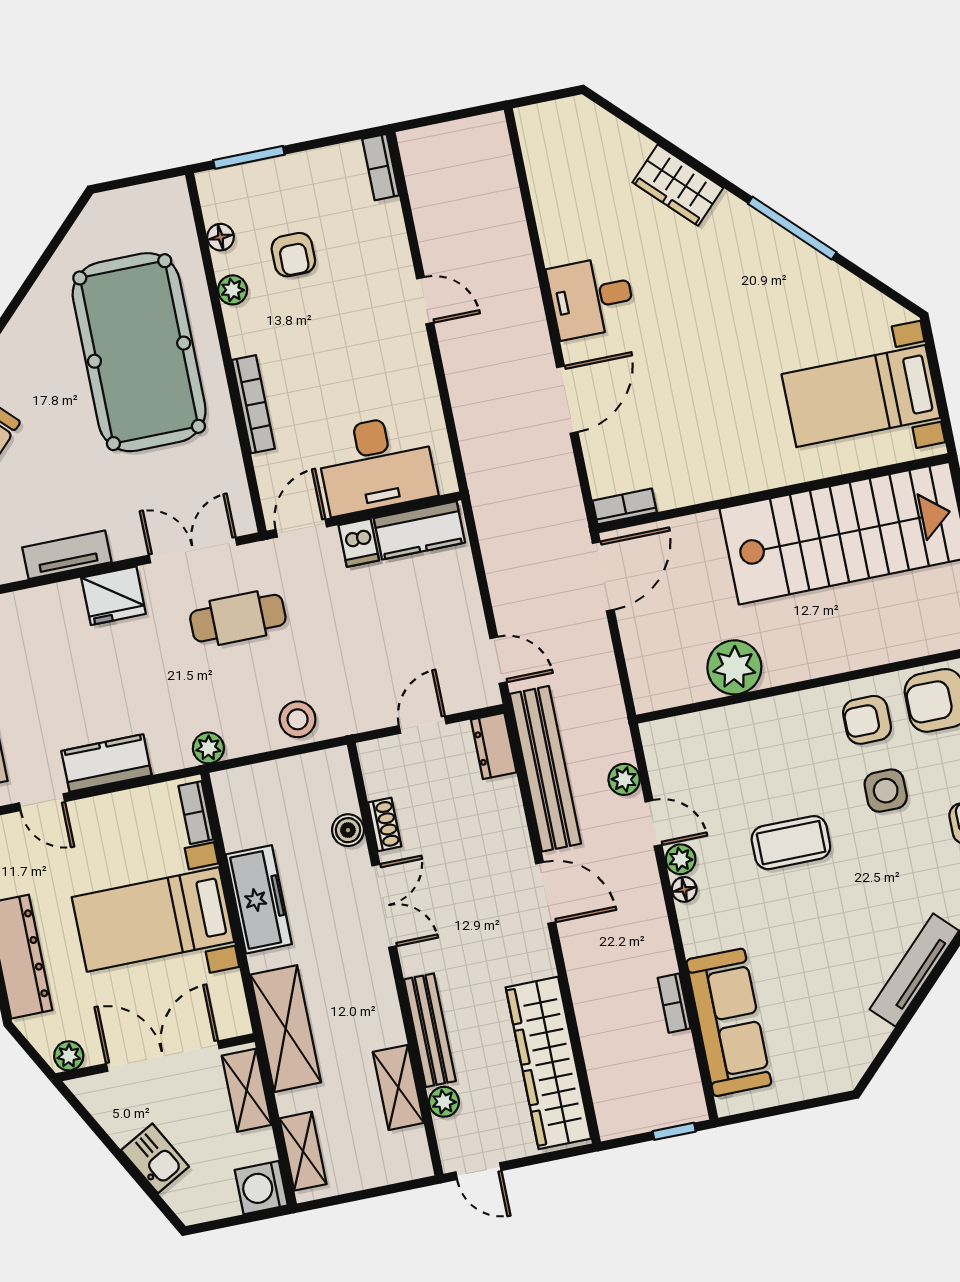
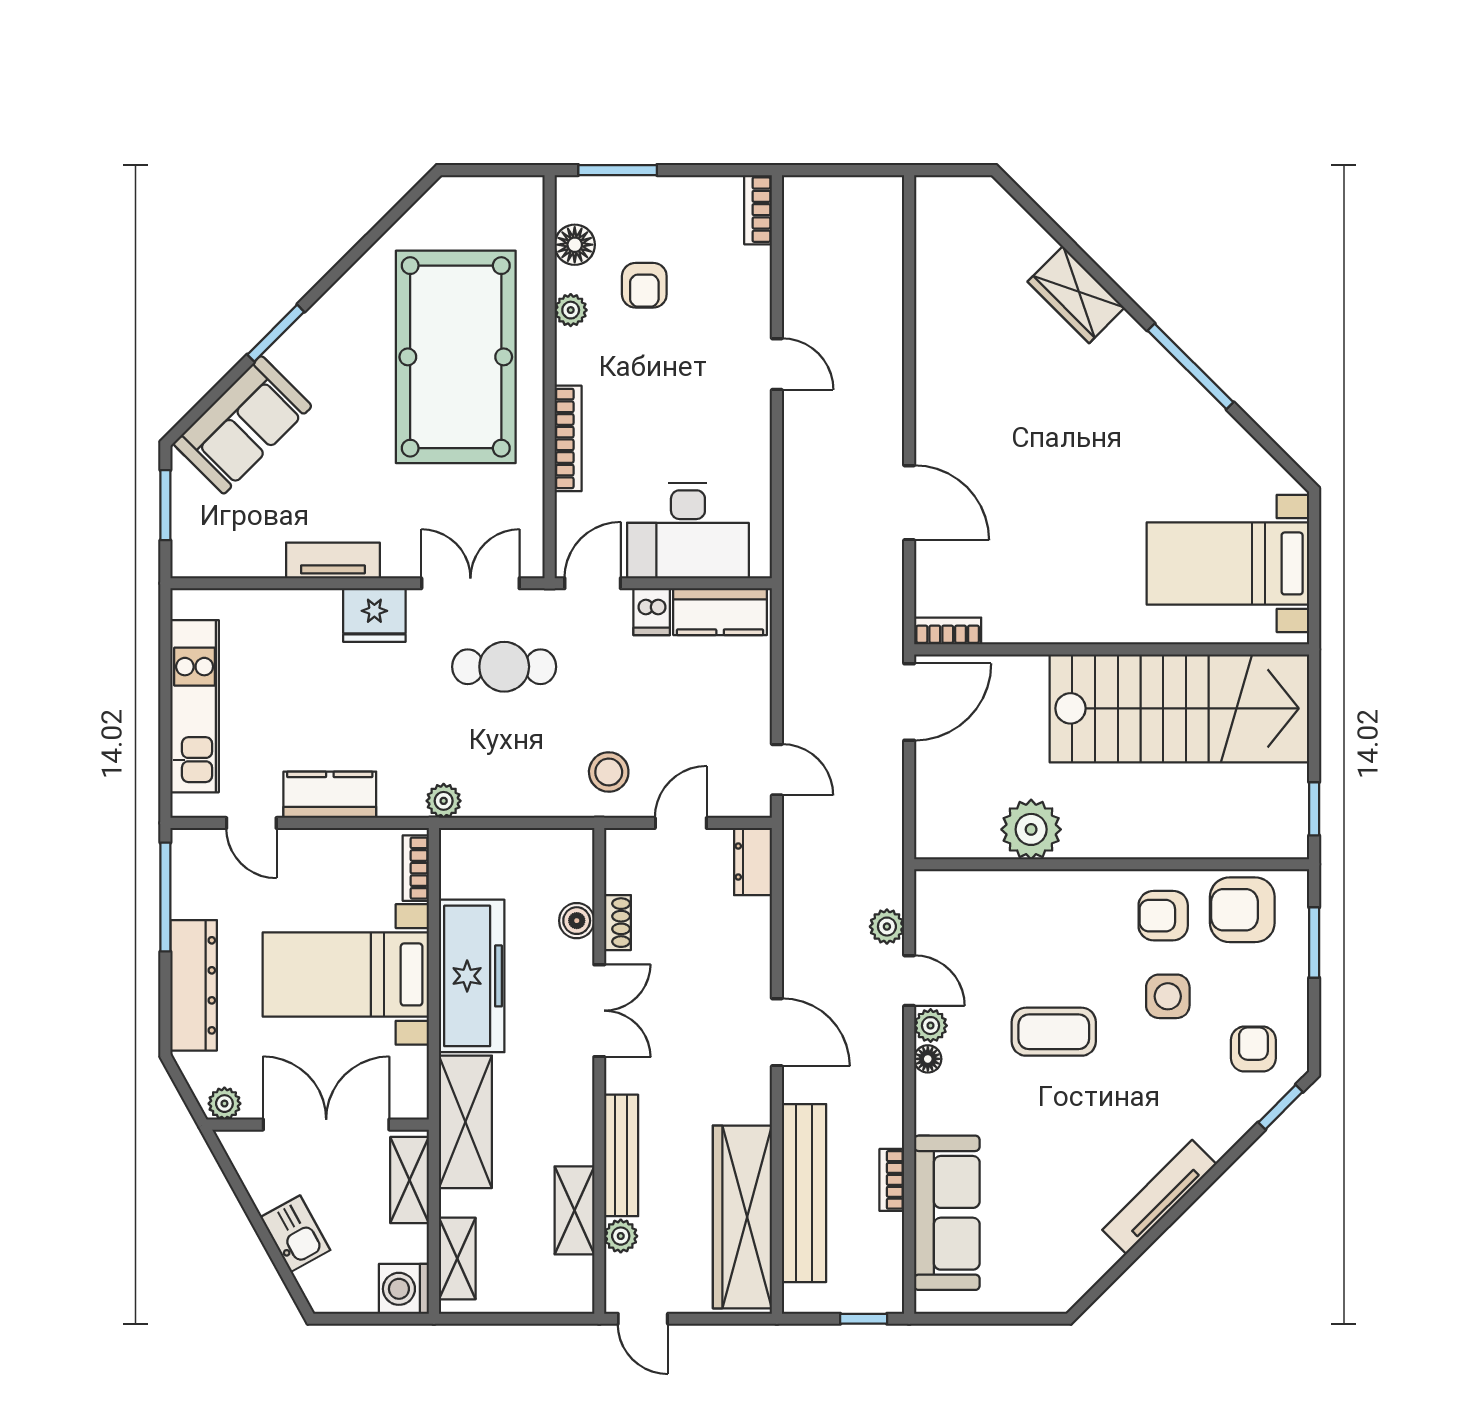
floor lamp: (221, 237) -> (575, 245), width x1.37, depth x1.37
desk: (591, 297) -> (958, 397), removed
door: (567, 400) -> (909, 503), hinge flipped
stool: (298, 719) -> (609, 772), moved
bench: (545, 769) -> (804, 1193), moved
freezer: (259, 899) -> (472, 976), width x1.36, depth x1.26

